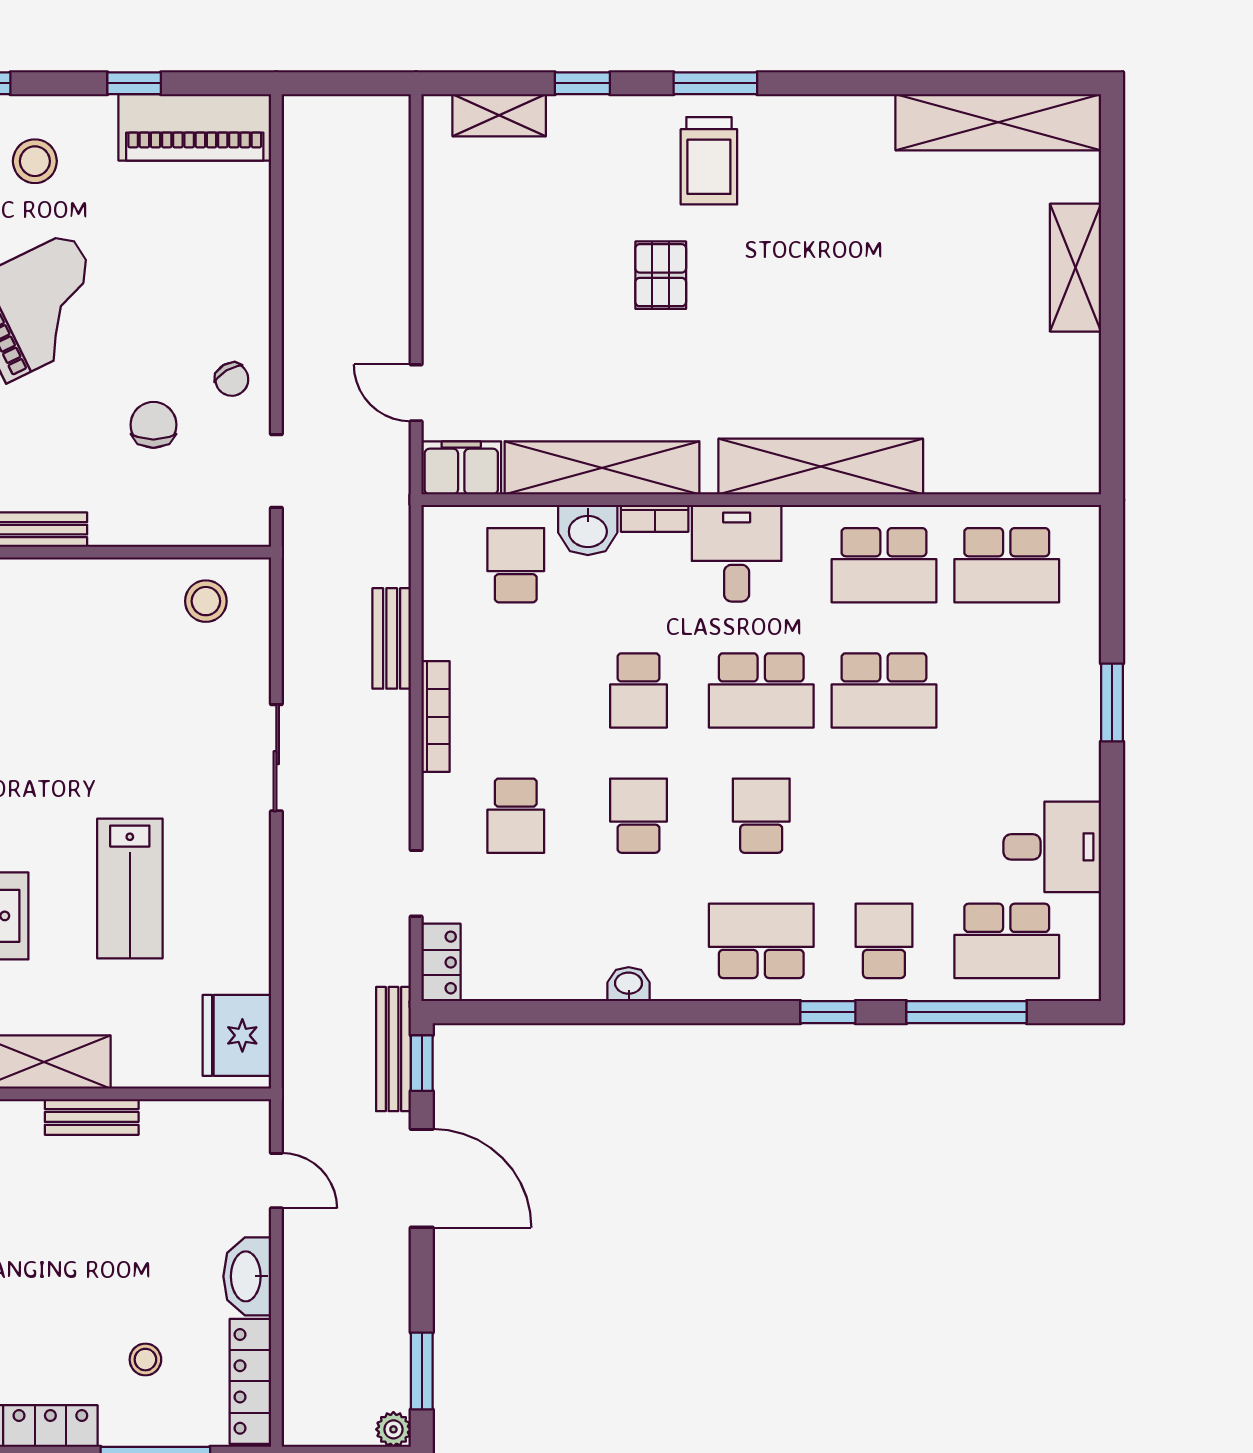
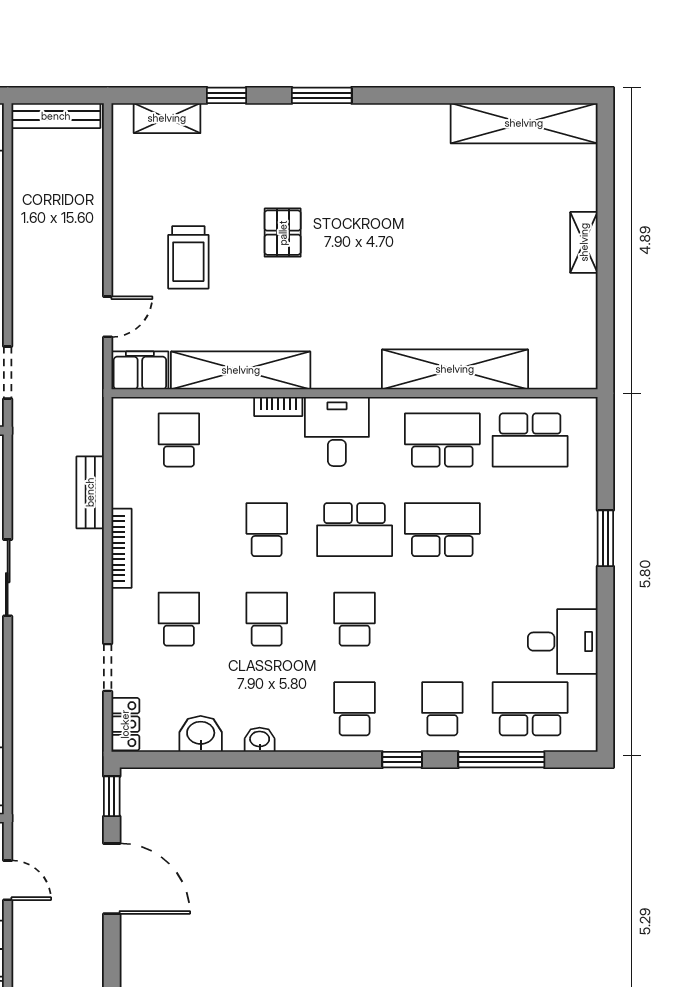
trolley: (709, 161) -> (188, 257), moved
shelving: (1076, 268) -> (584, 242), width x0.67, depth x0.75
door: (416, 393) -> (108, 317), swing flipped
shelving: (821, 467) -> (455, 369), moved
washbasin: (588, 530) -> (201, 734), moved, turned 180
school desk: (884, 565) -> (442, 440), turned 180
school desk: (638, 690) -> (267, 530), turned 180
school desk: (884, 690) -> (442, 530), turned 180
school desk: (516, 816) -> (179, 619), turned 180
school desk: (761, 941) -> (355, 709), width x0.54
school desk: (1007, 941) -> (530, 709), turned 180
bench: (393, 1049) -> (56, 116), moved, turned 90

